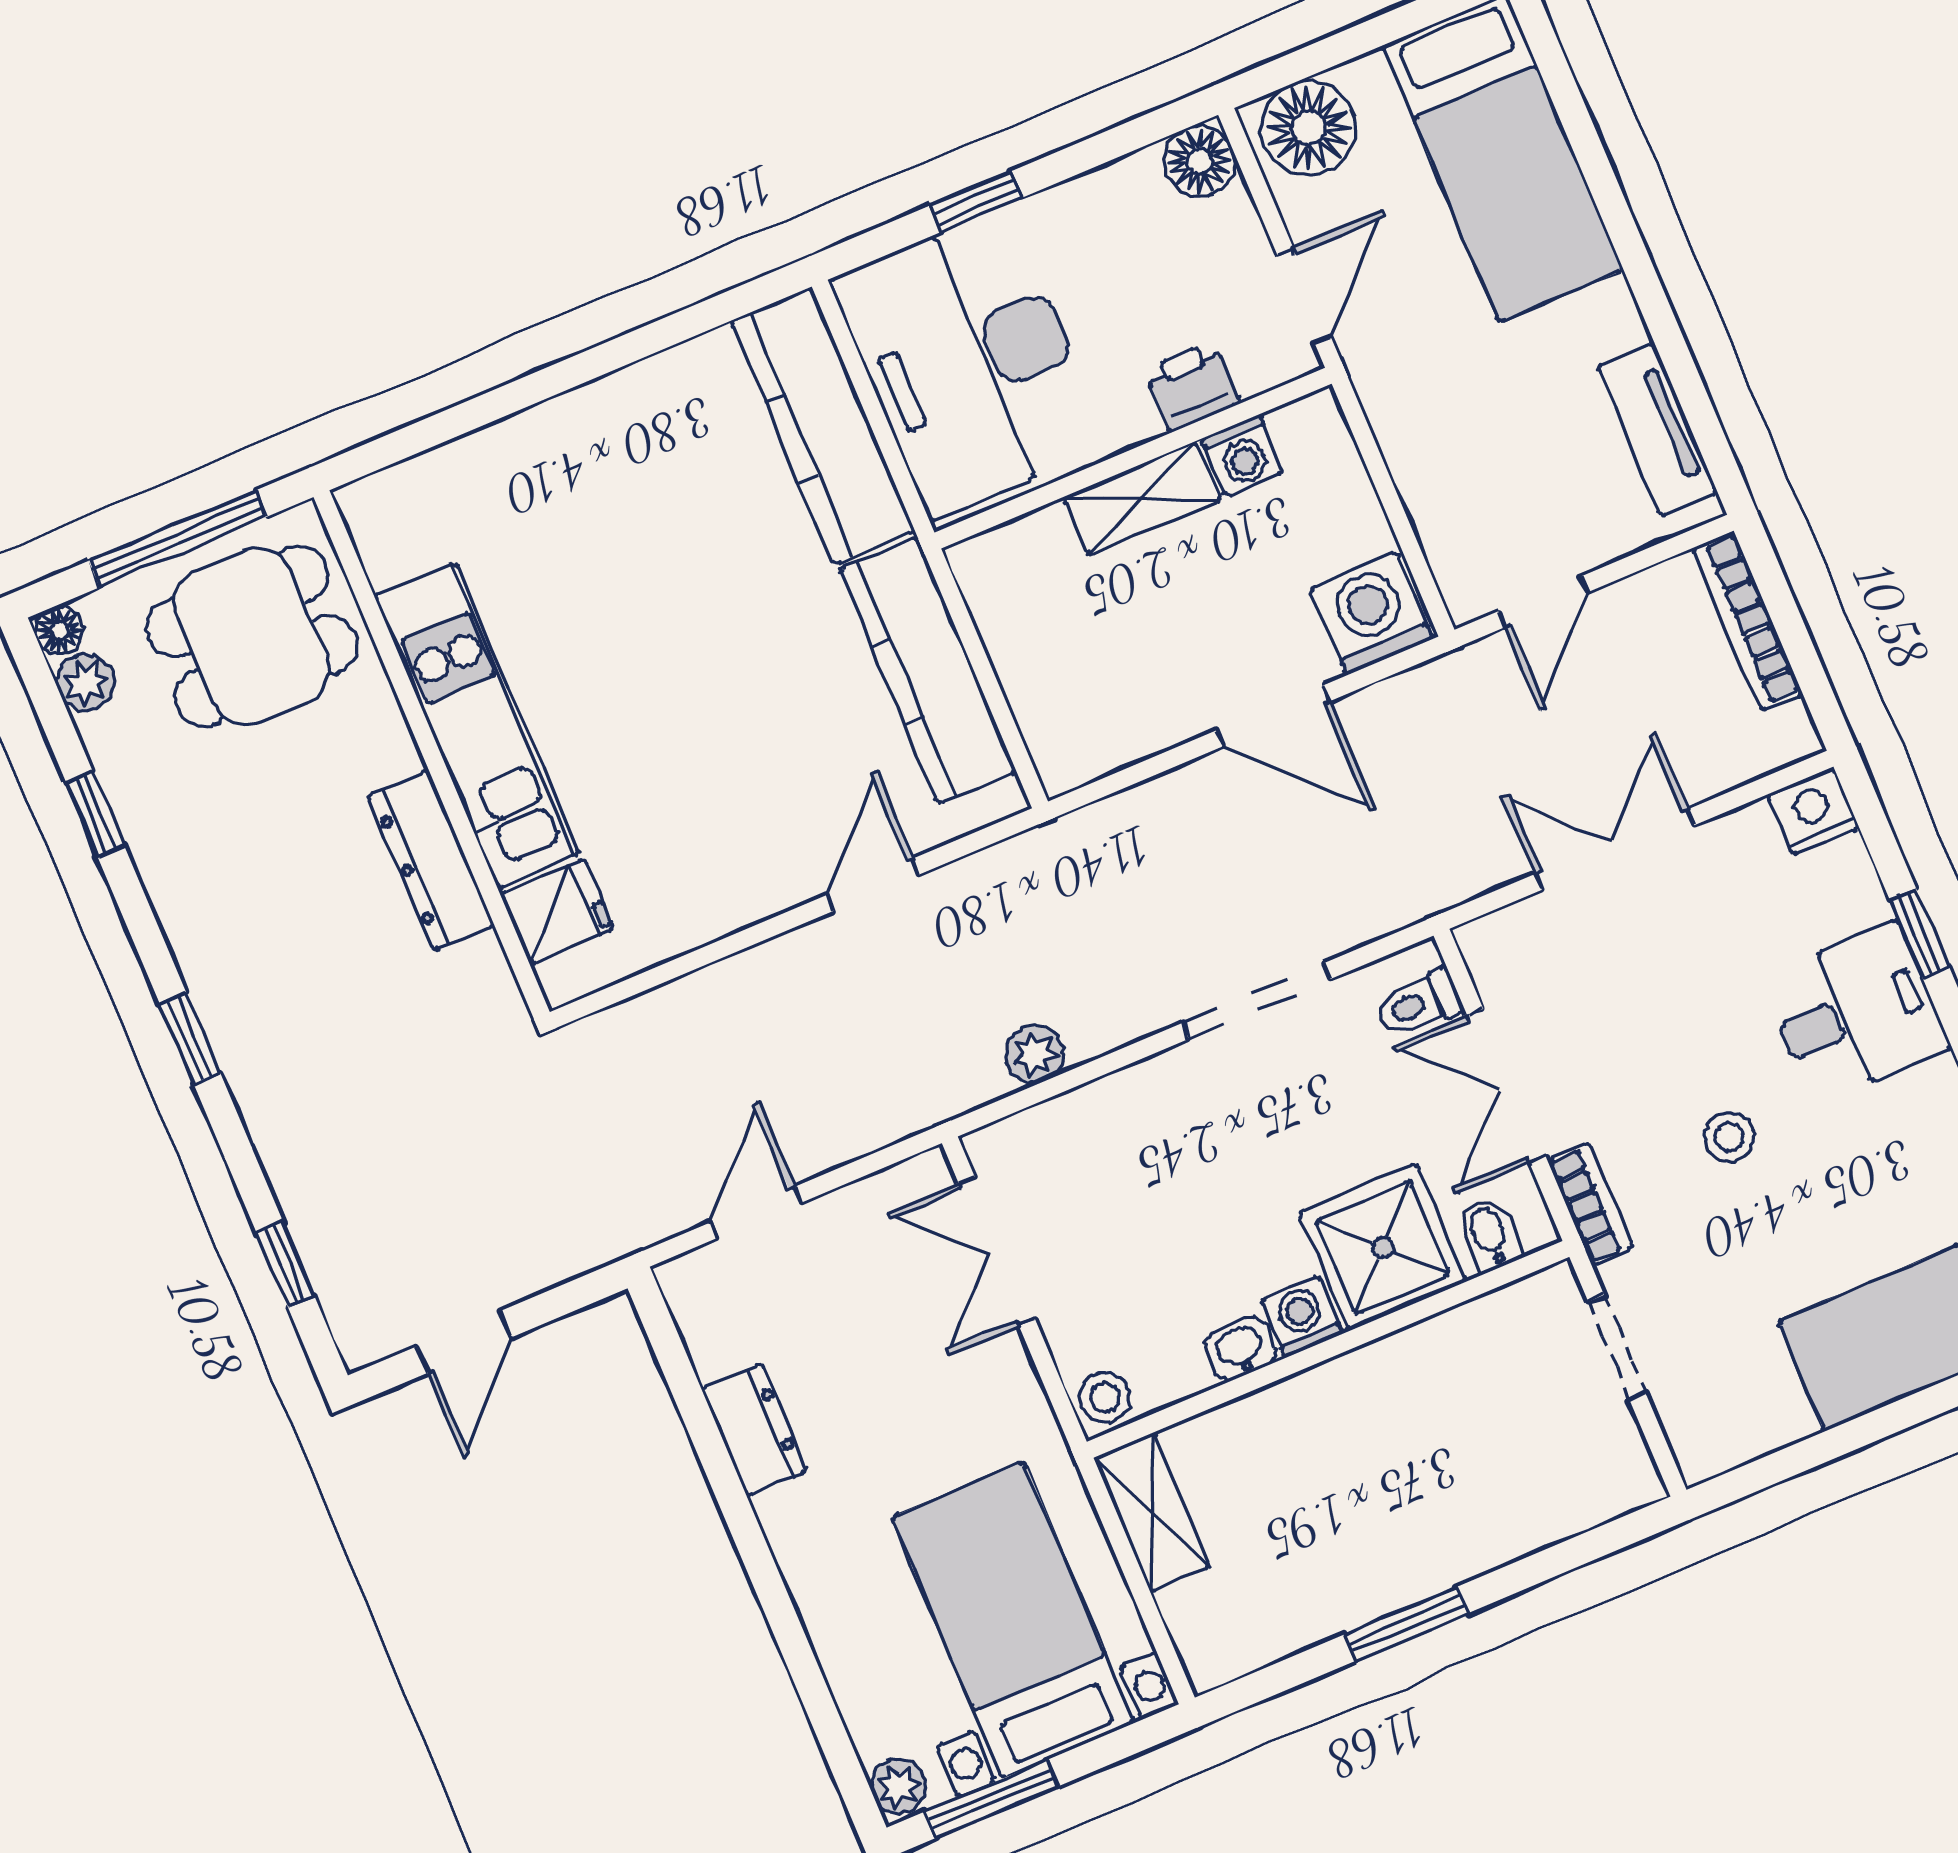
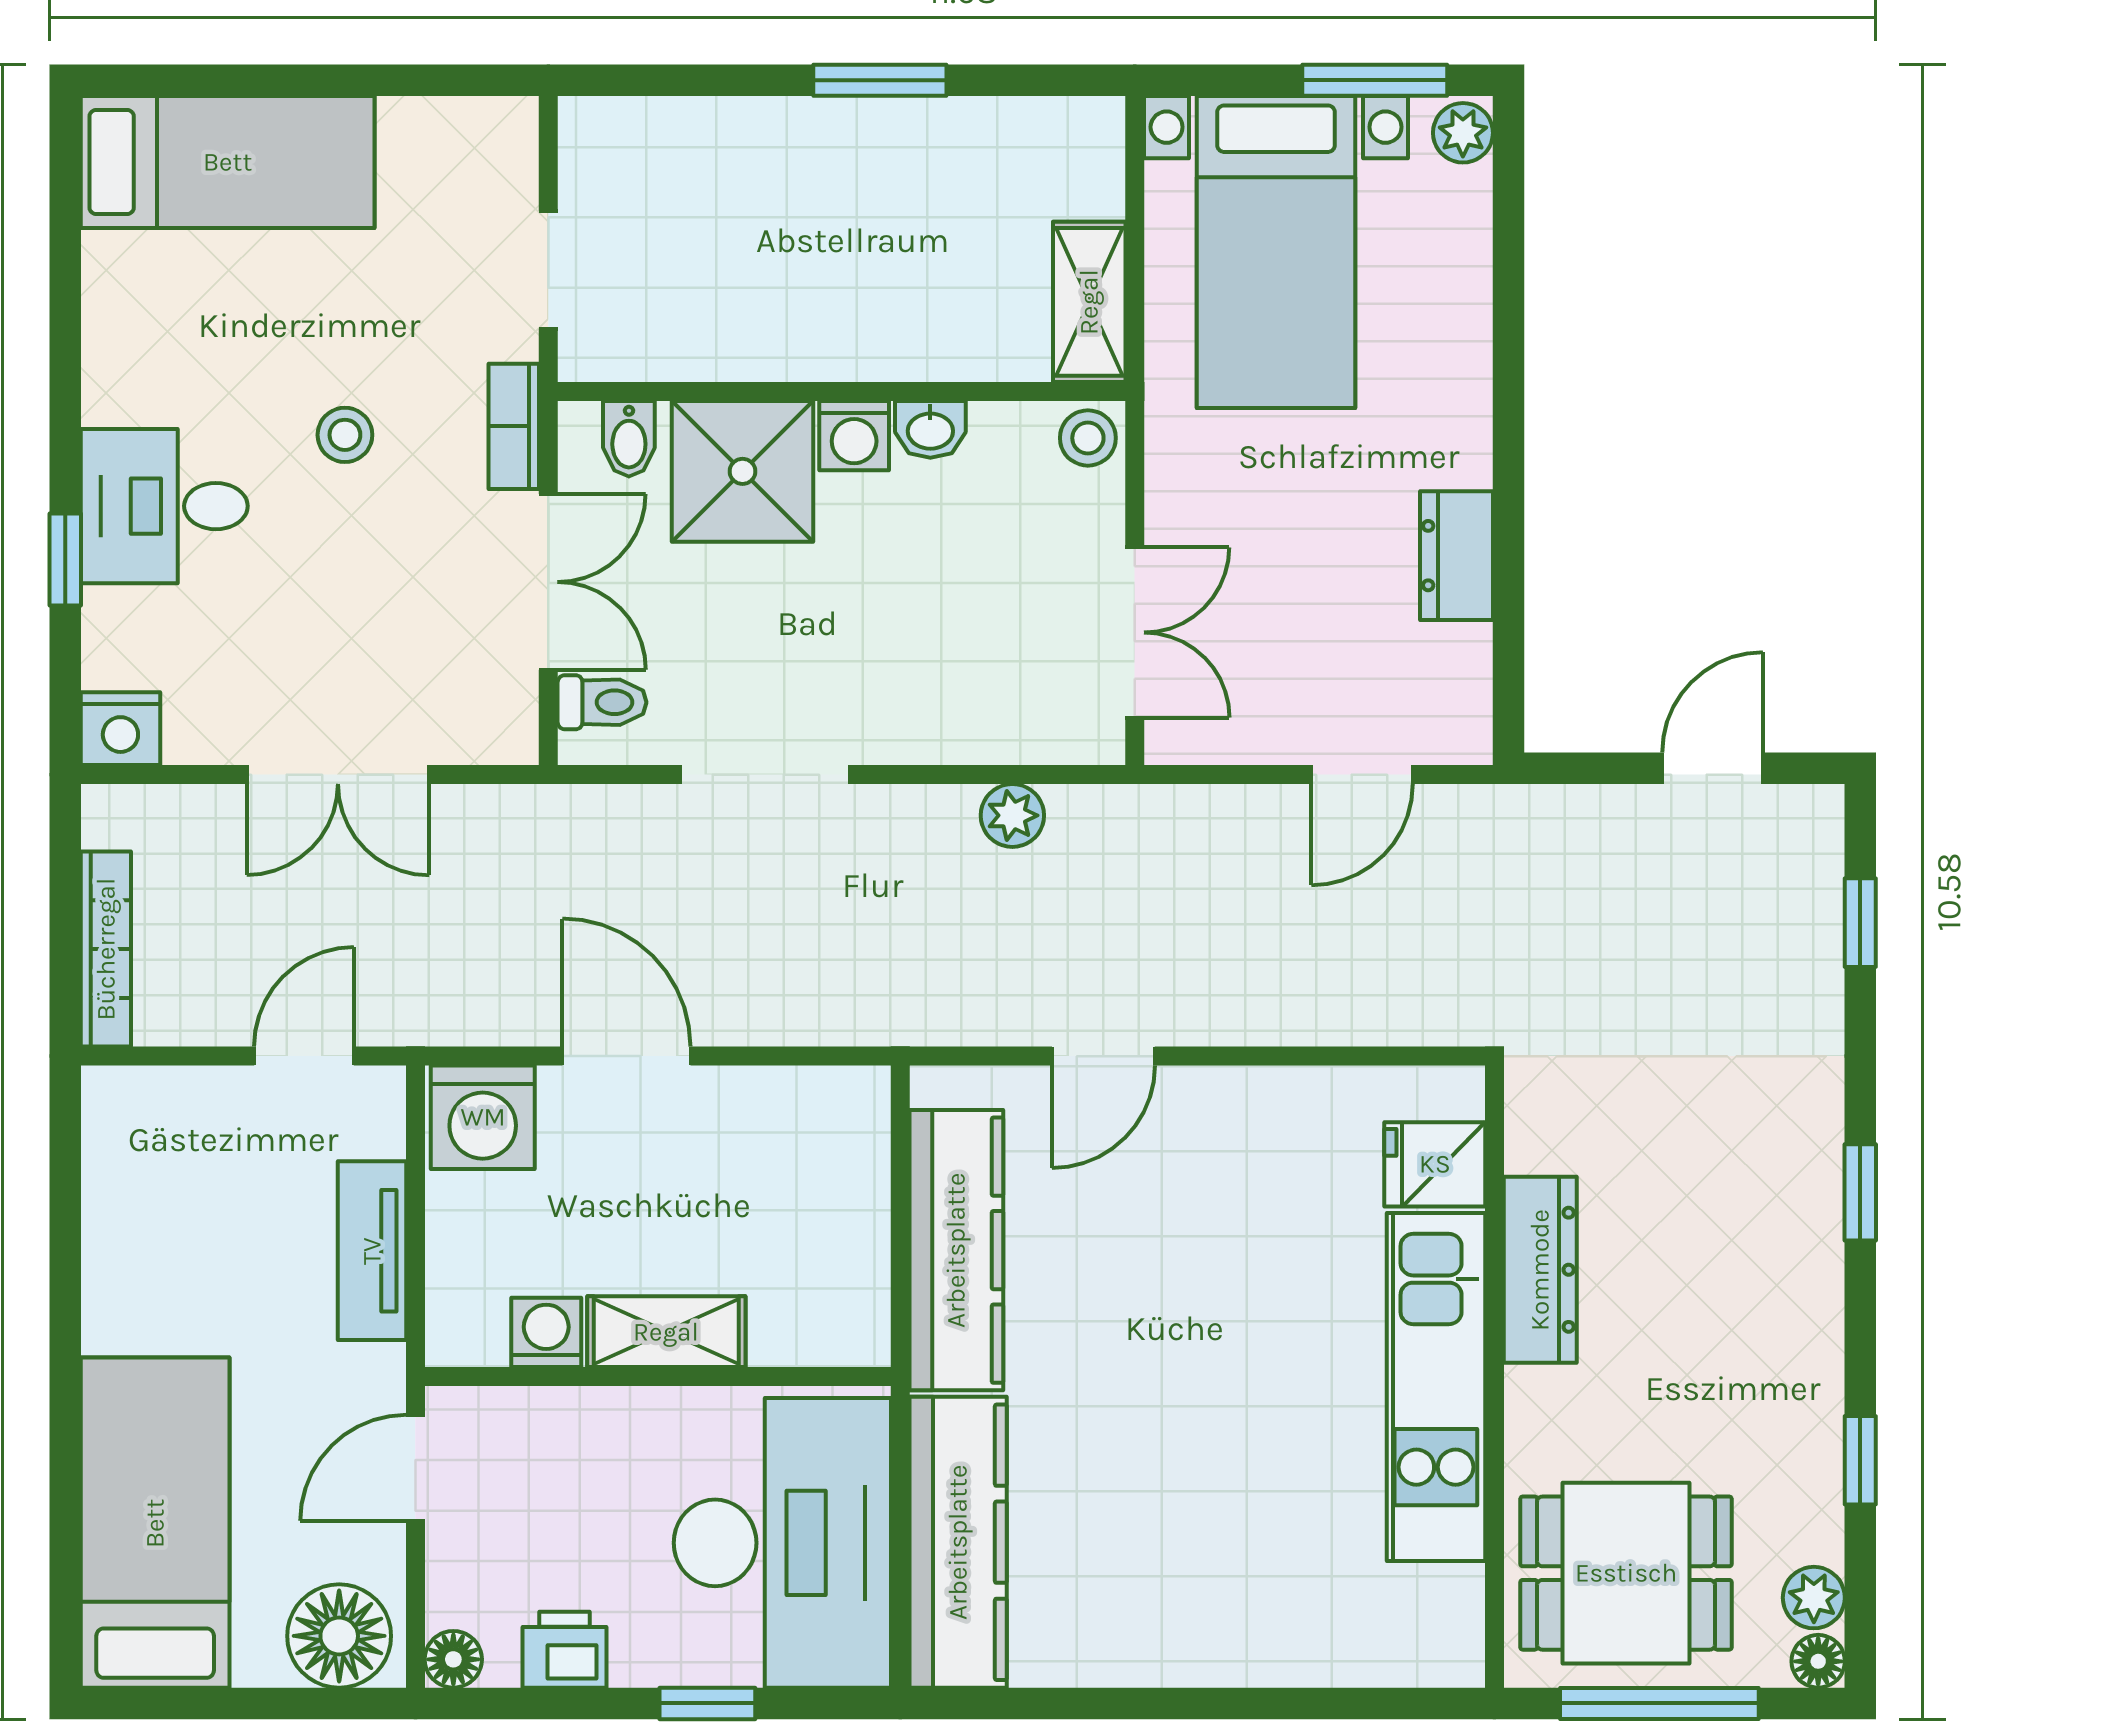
floor lamp: (1199, 161) -> (453, 1659), width x0.73, depth x0.73
printer: (1192, 386) -> (564, 1650), moved, turned 180
tv unit: (1657, 429) -> (372, 1251), moved, turned 180

